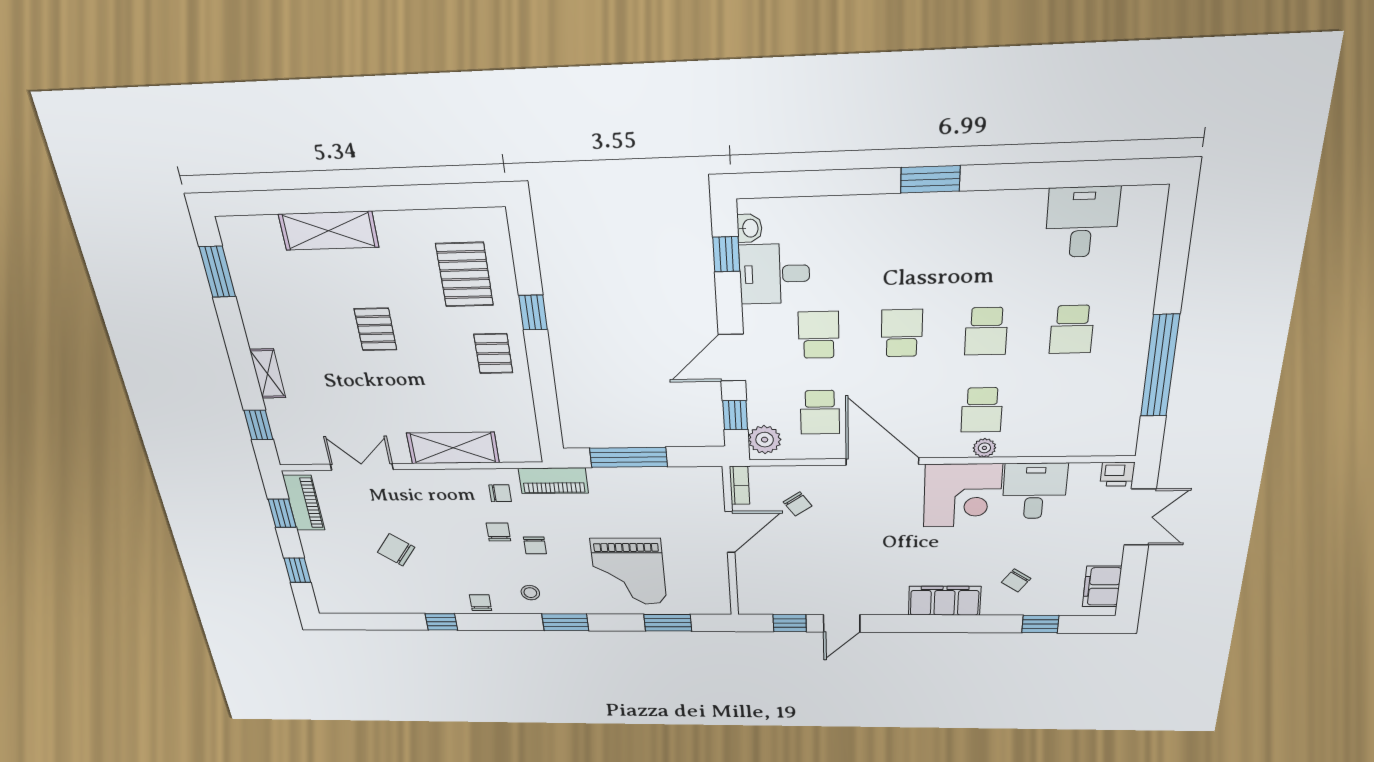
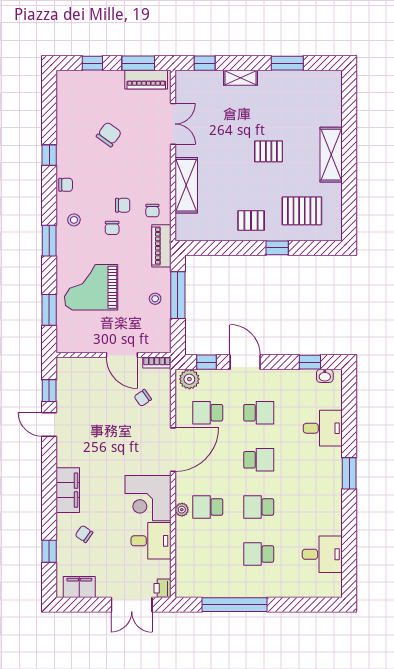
shelving: (329, 231) -> (331, 155), moved
window: (217, 272) -> (287, 63), moved
desk: (774, 274) -> (323, 428), moved, turned 90
stool: (638, 488) -> (155, 299), added
window: (282, 513) -> (138, 63), width x1.50
chair: (535, 545) -> (112, 228), turned -90

